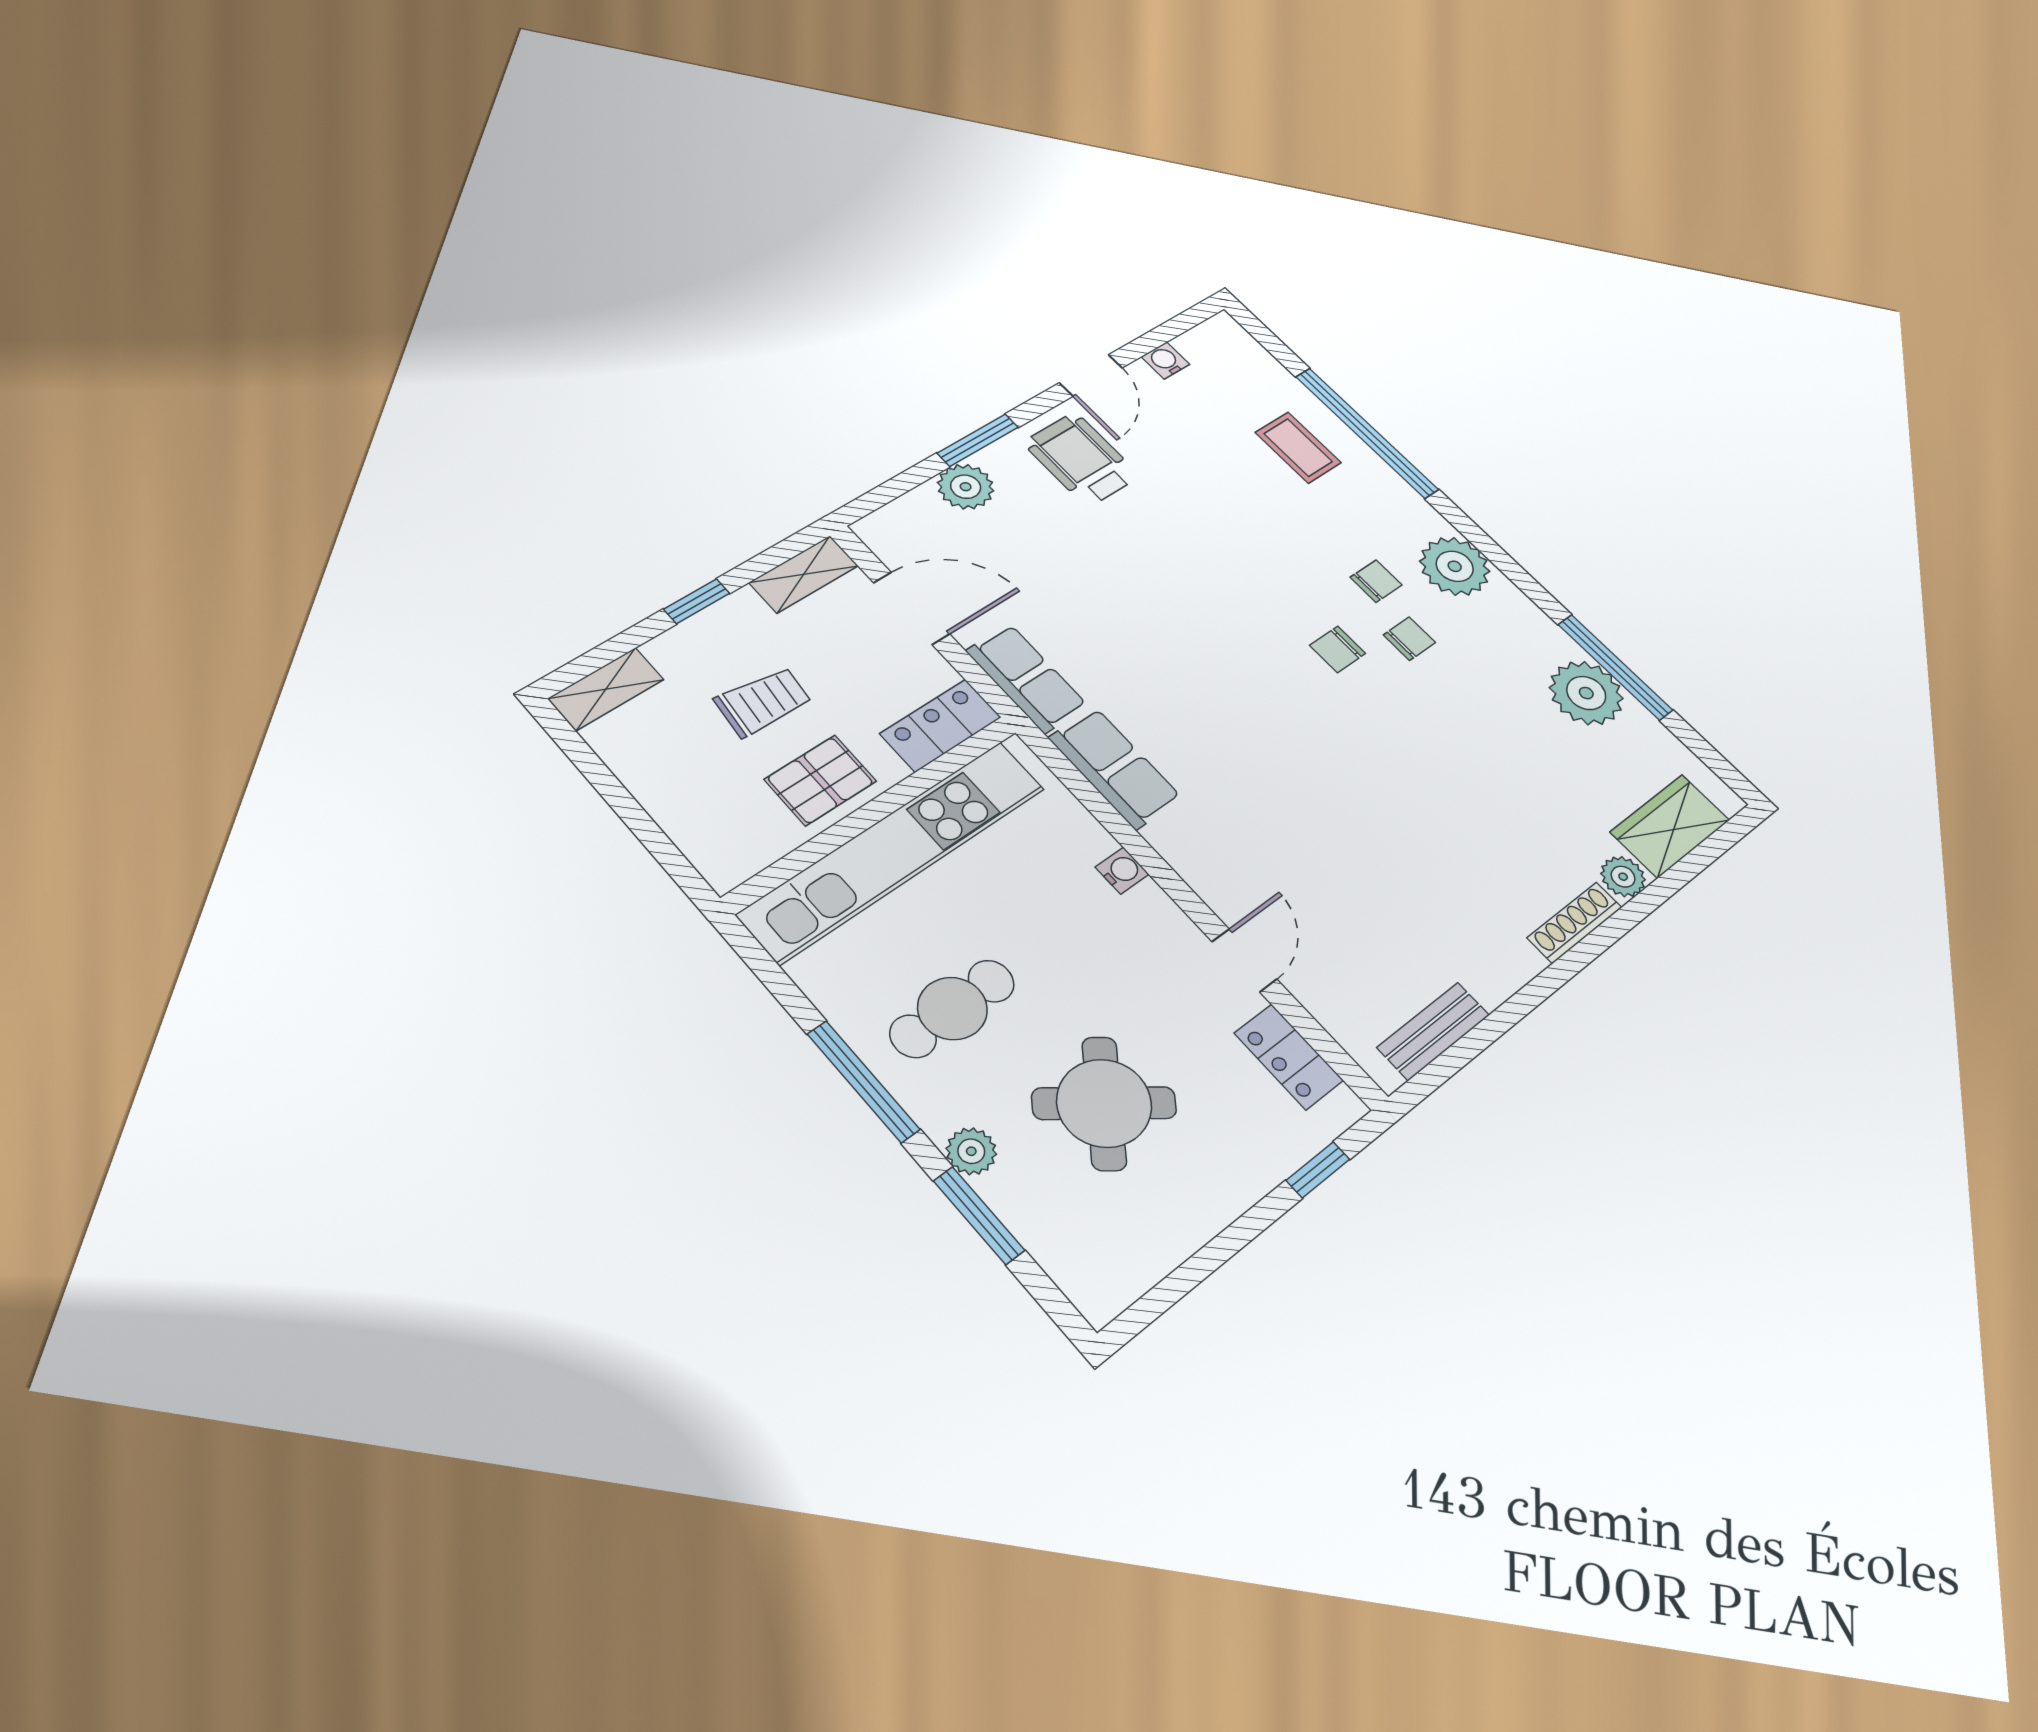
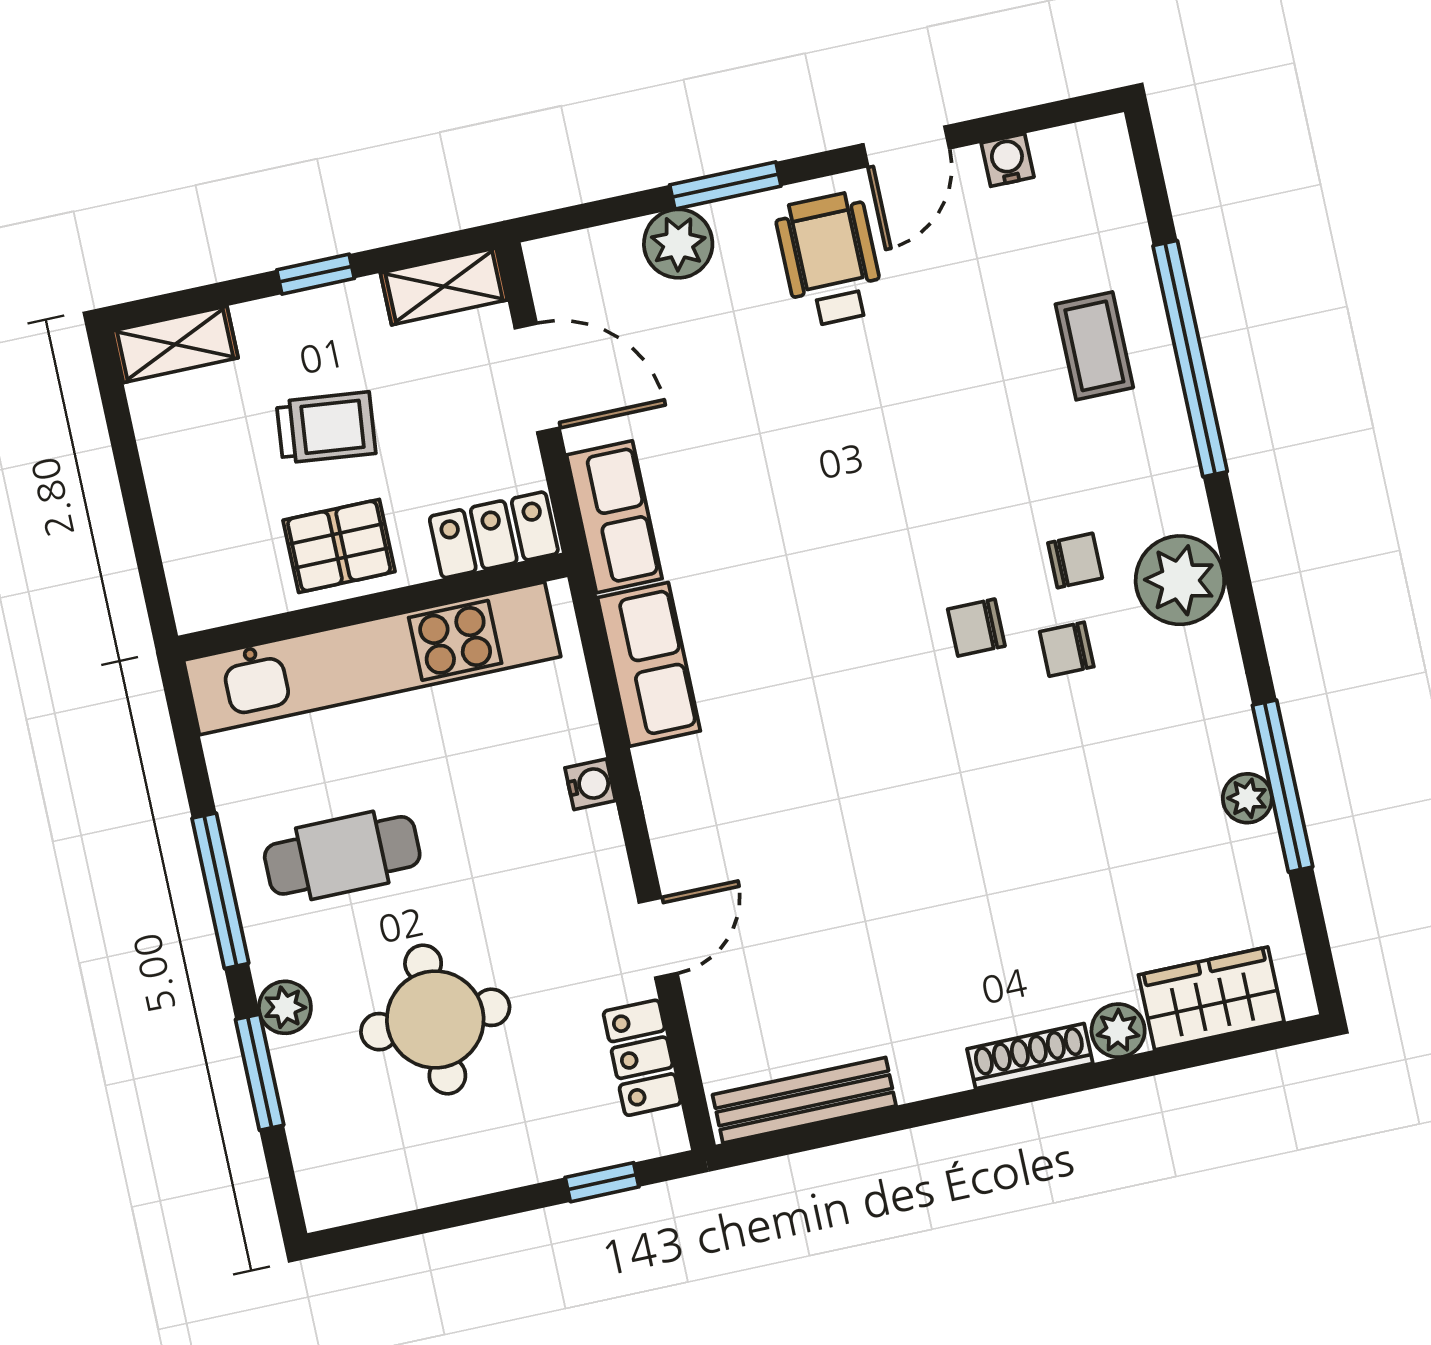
chair: (1409, 639) -> (1067, 649), turned 180
plant: (1586, 693) -> (1247, 798), width x0.53, depth x0.53
bench: (1433, 1031) -> (804, 1100), width x1.36
round table: (1104, 1103) -> (435, 1019), turned -37

